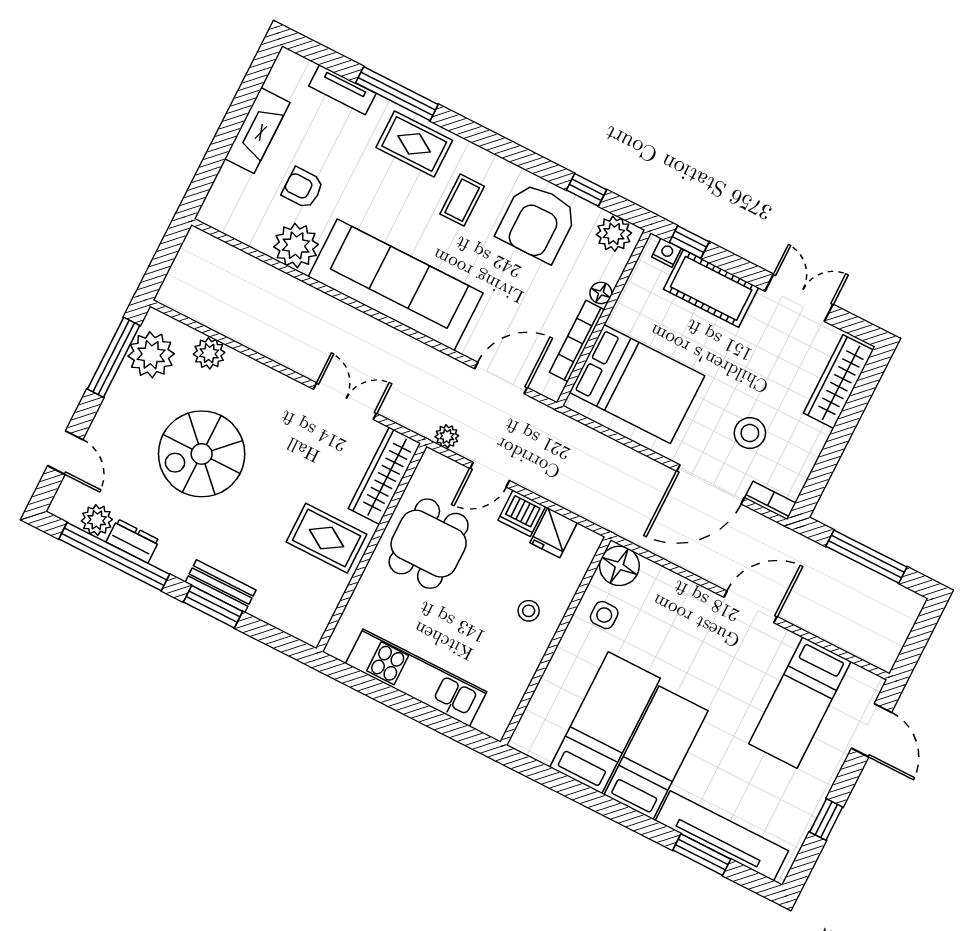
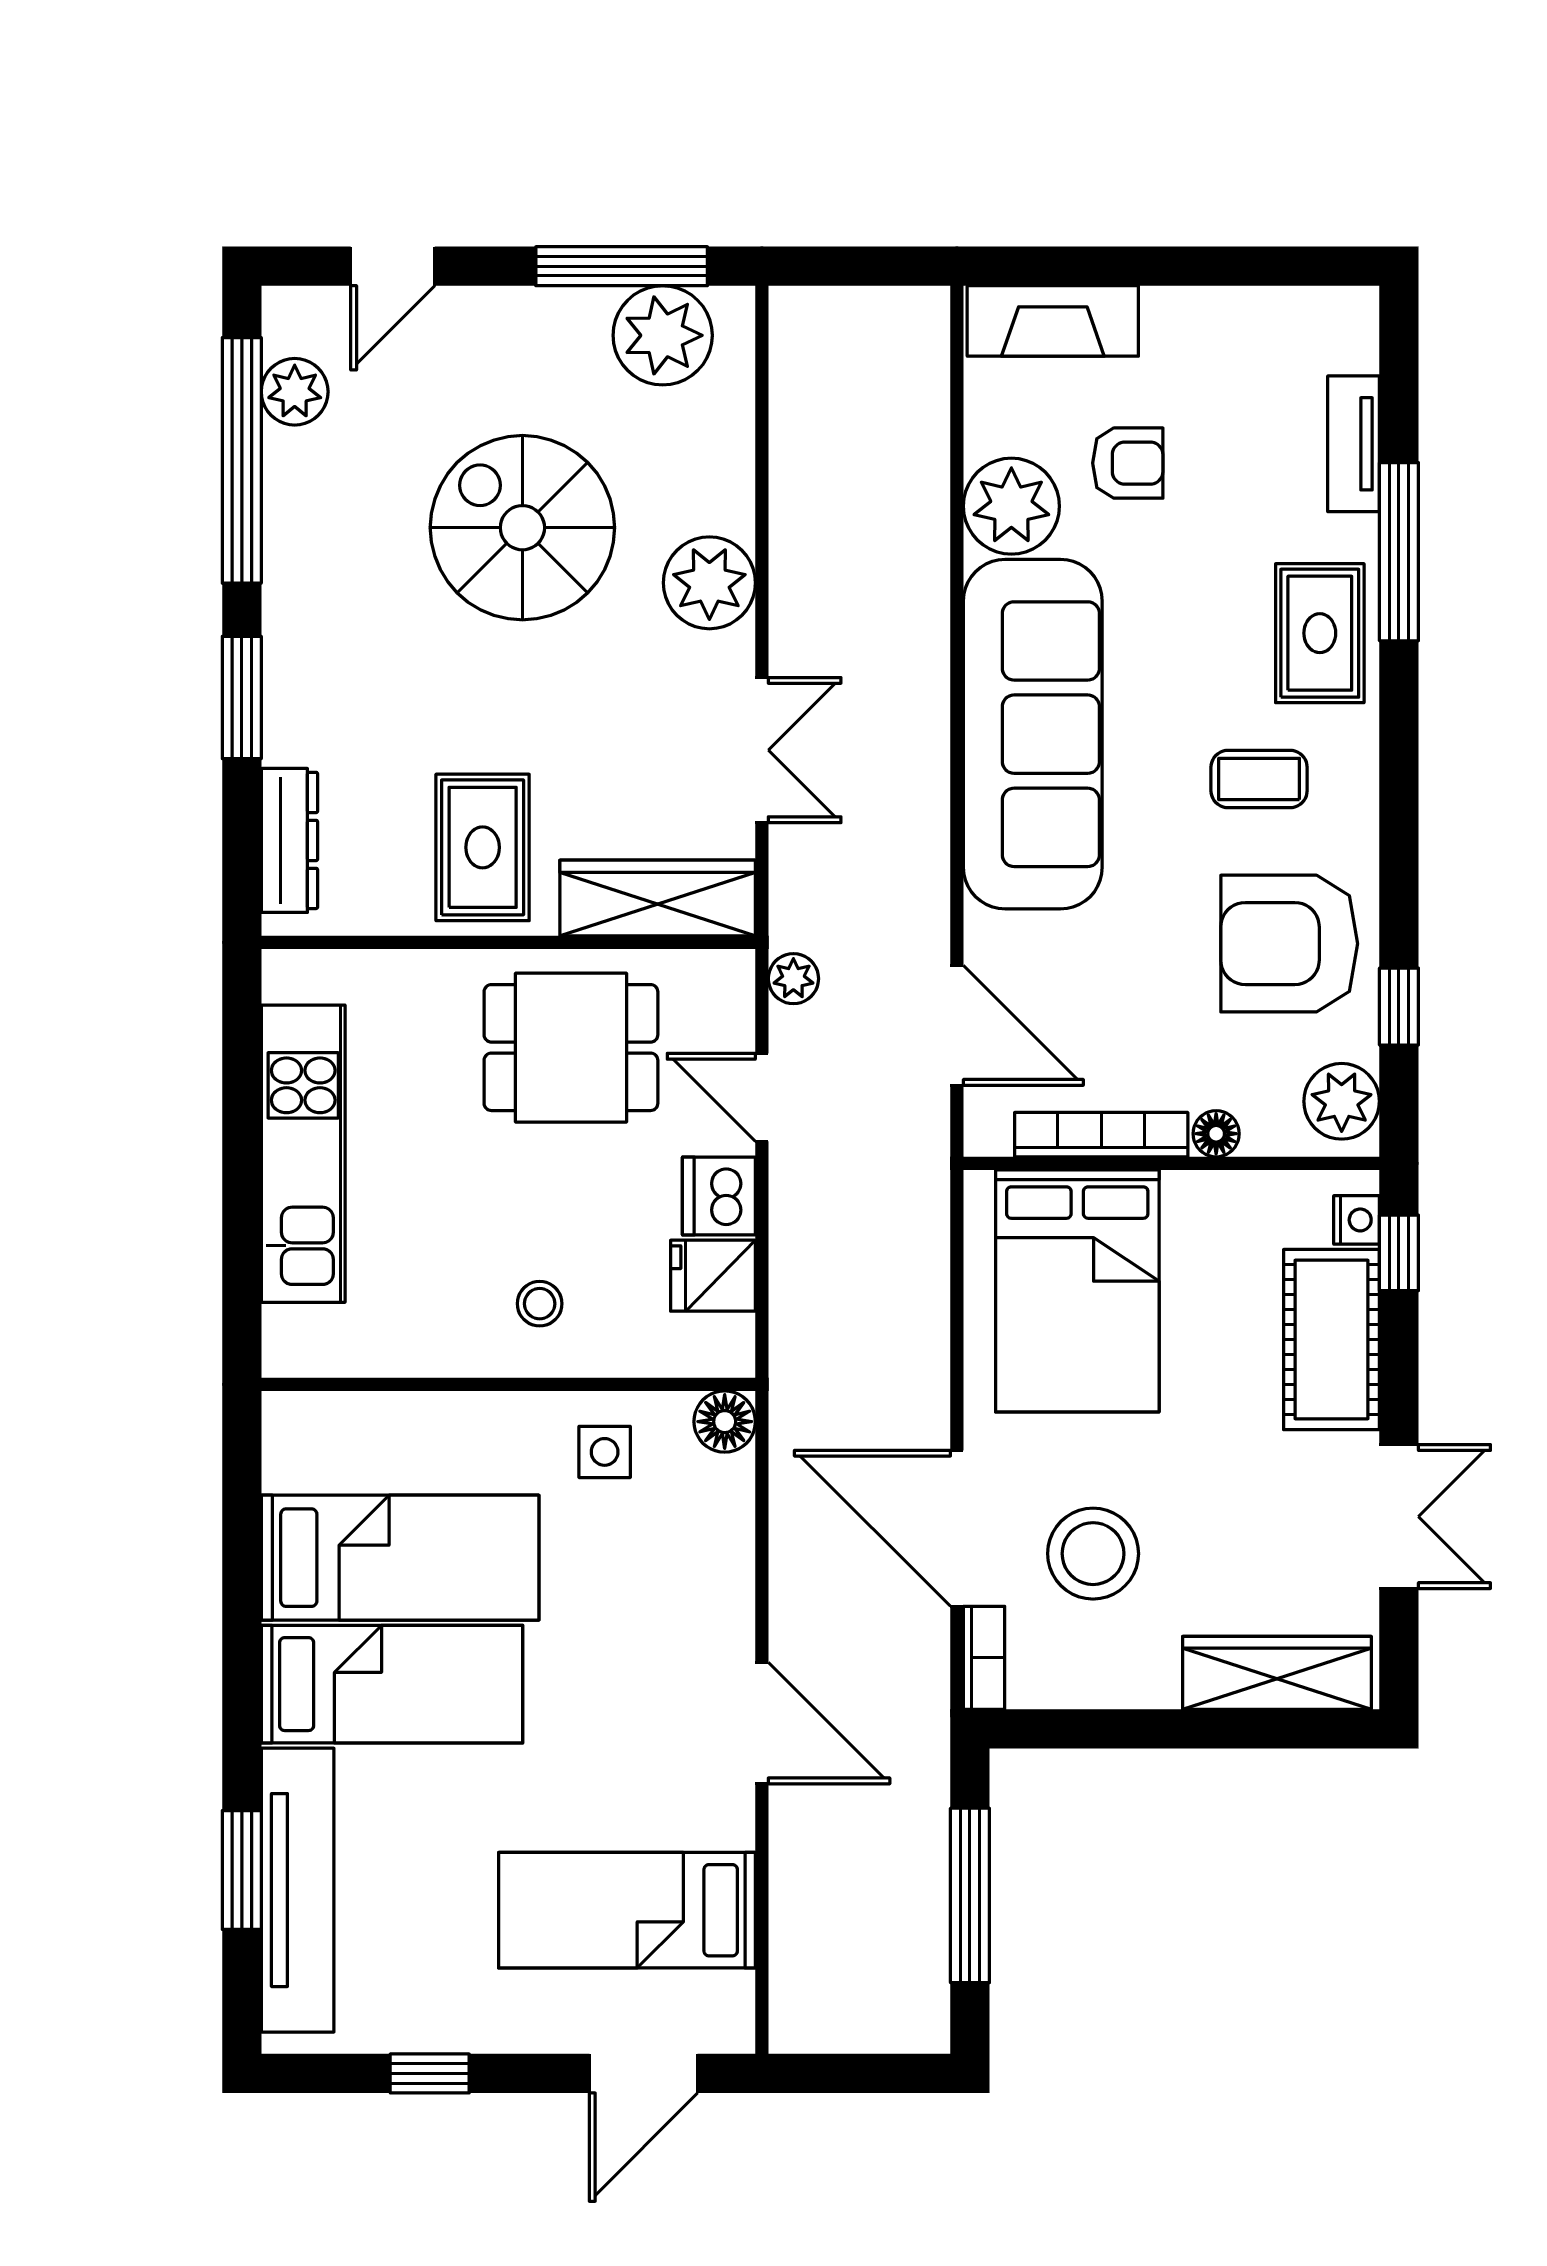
fireplace: (257, 131) -> (1053, 321), moved
armchair: (303, 188) -> (1128, 463), turned 90
plant: (209, 353) -> (709, 583), moved, width x1.36, depth x1.36
stool: (750, 433) -> (1093, 1554), width x1.38, depth x1.38
dresser: (133, 541) -> (289, 840), moved, width x1.44
floor lamp: (619, 566) -> (725, 1422), width x0.73, depth x0.73
bench: (221, 586) -> (289, 692), removed

